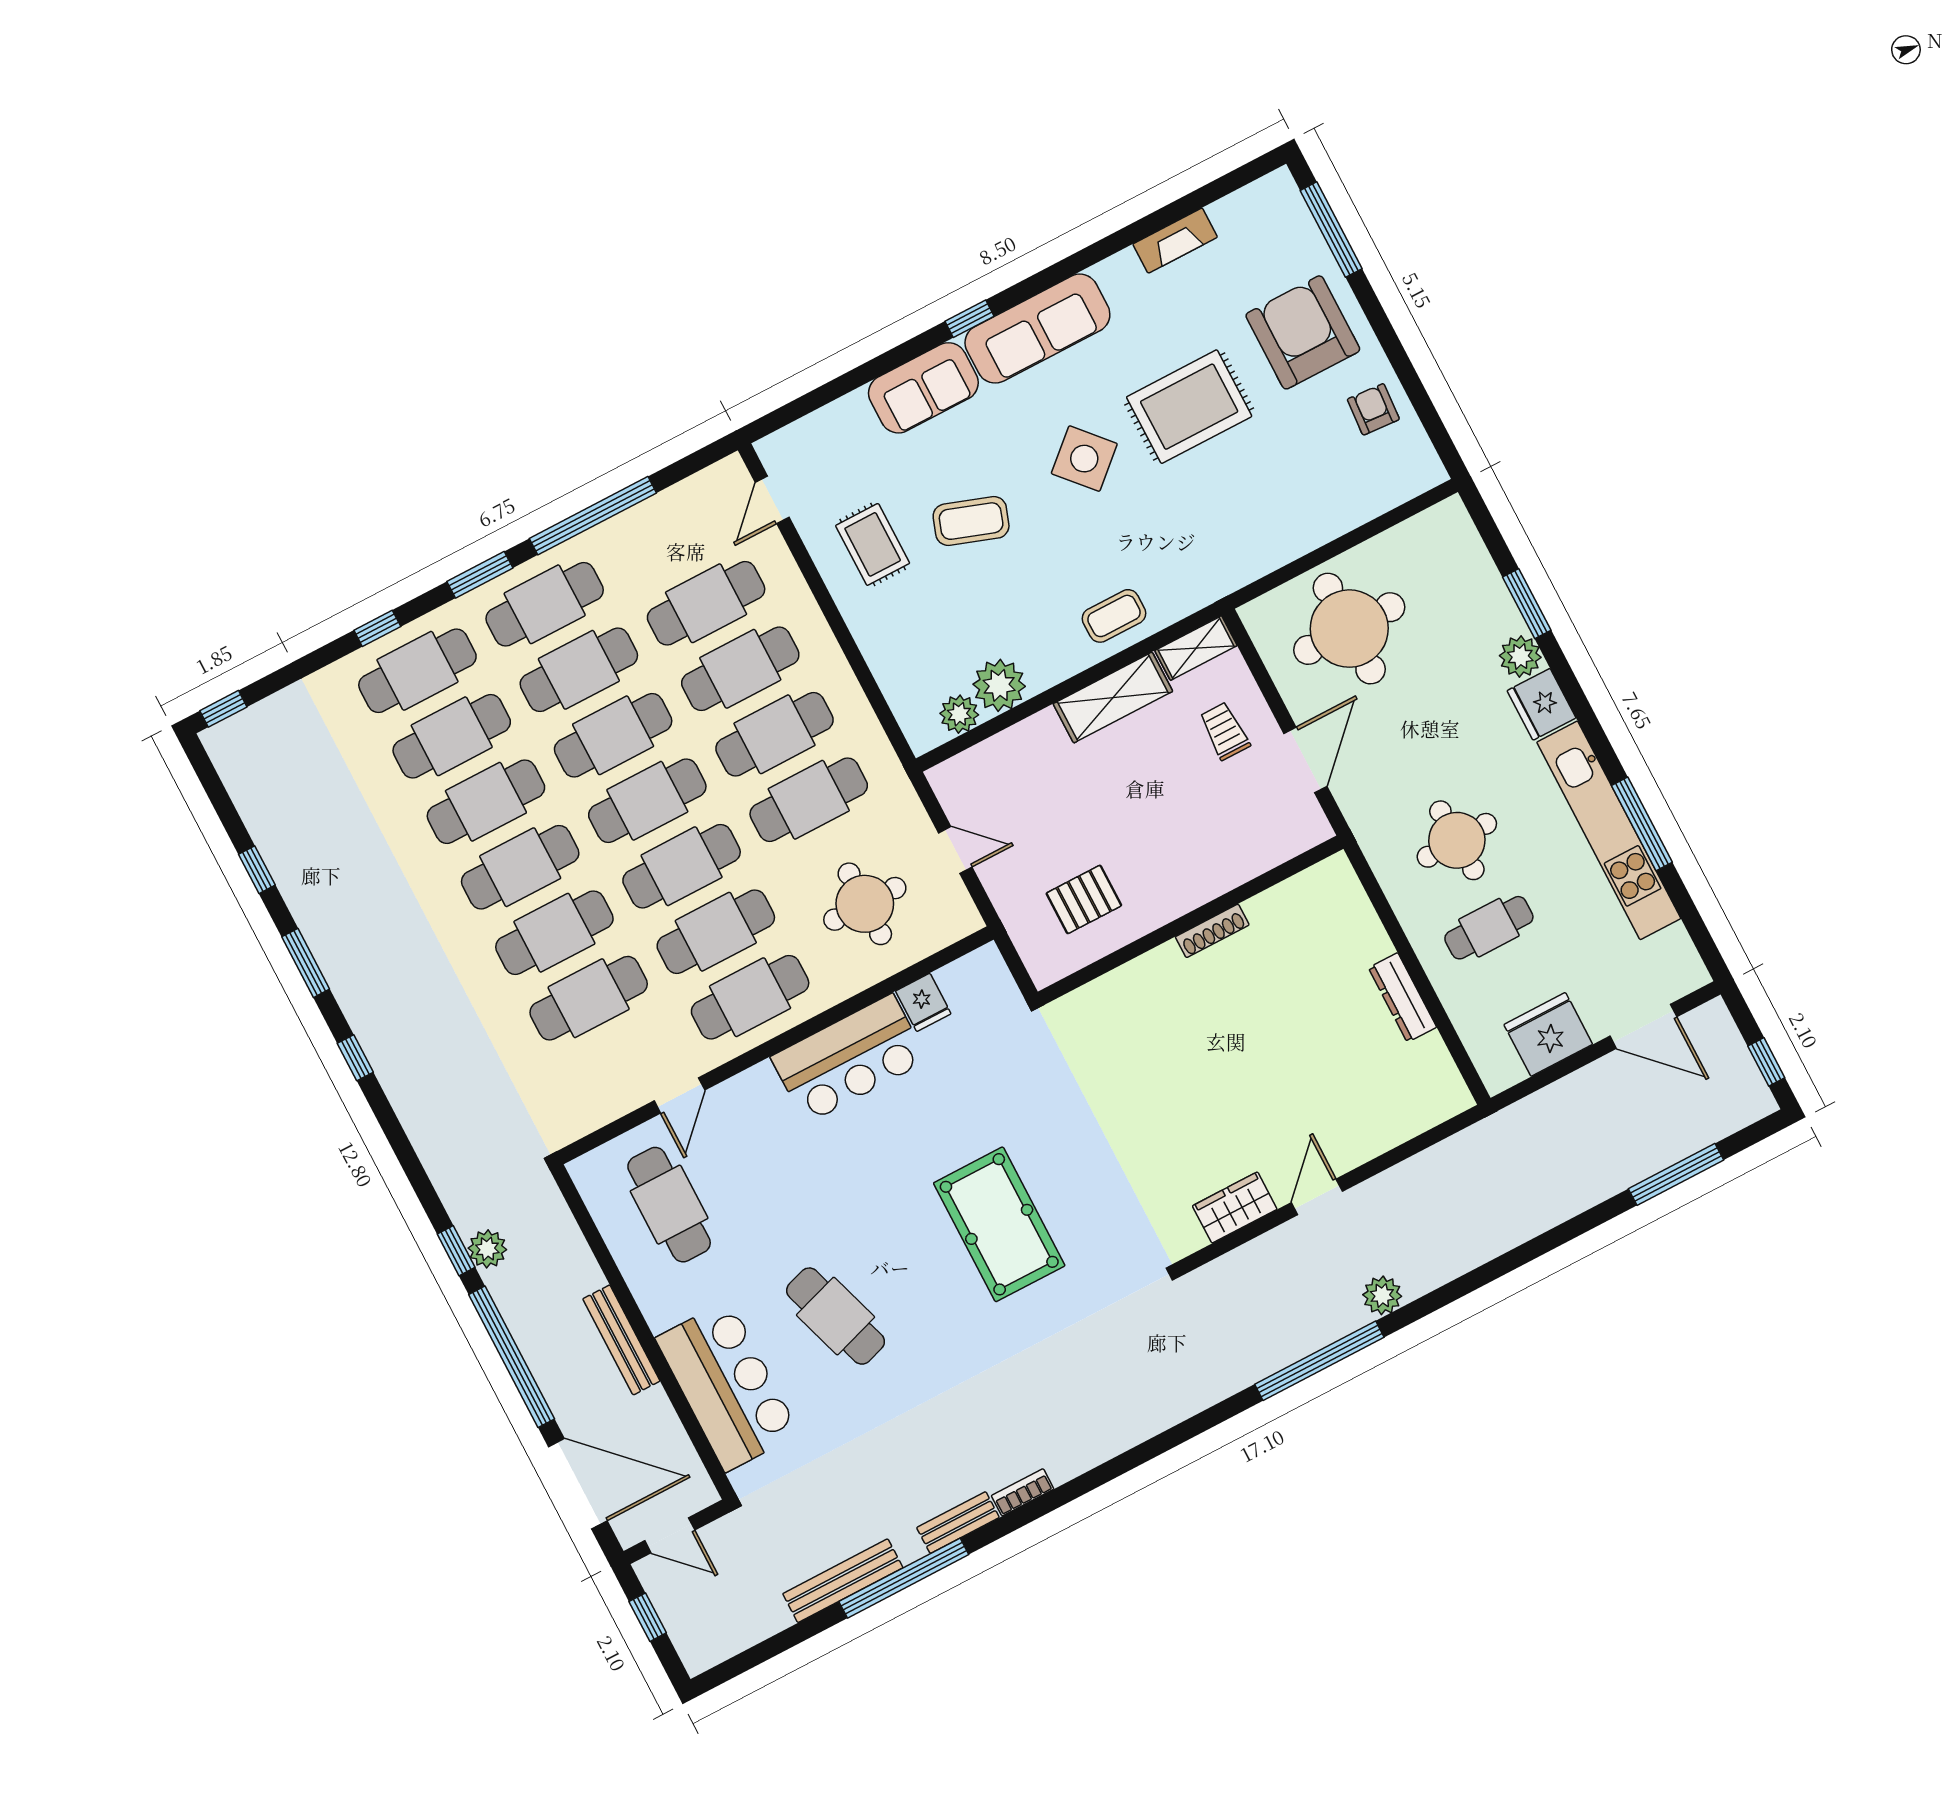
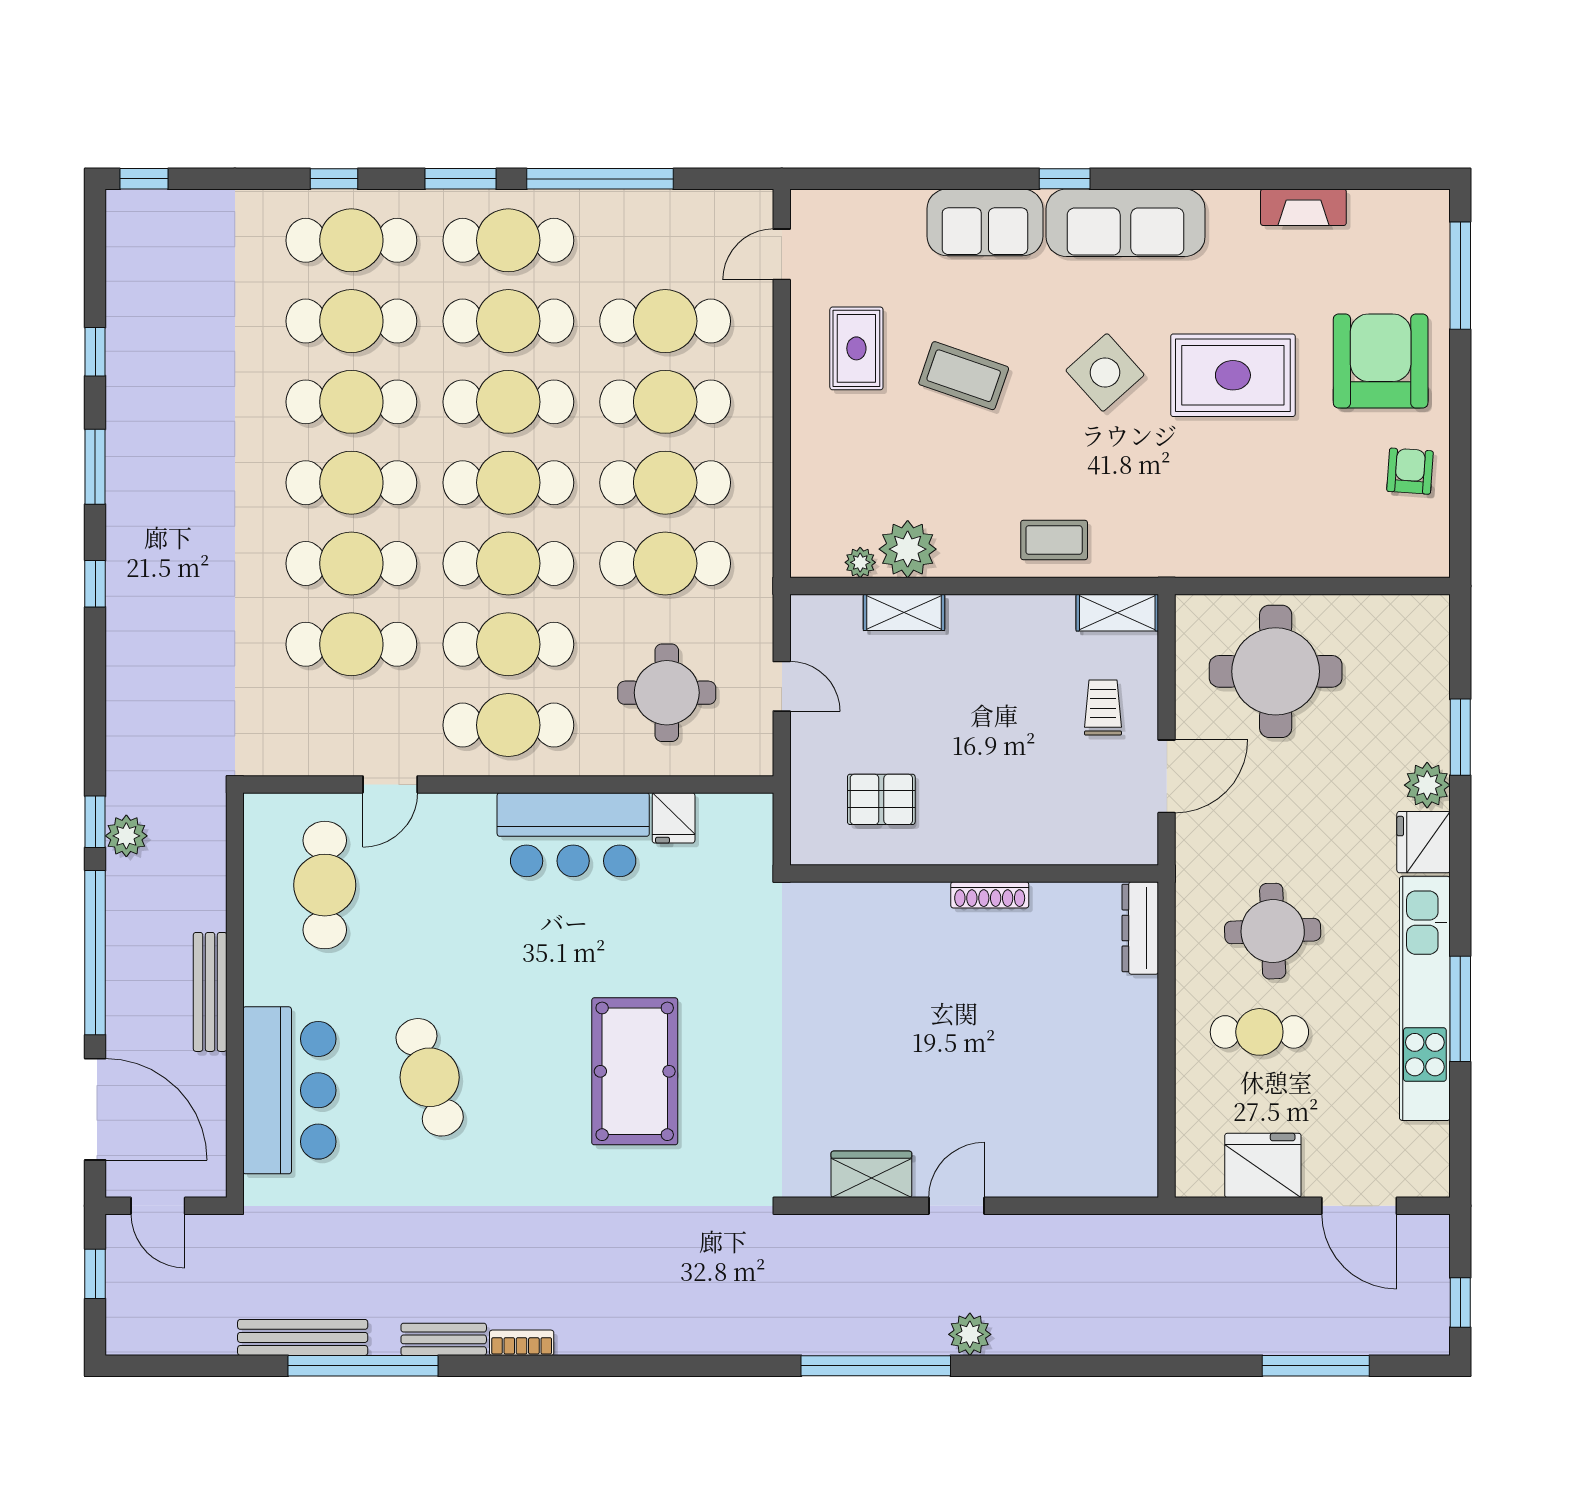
shelving: (1113, 698) -> (904, 612), moved, width x0.67, depth x0.75
plant: (959, 714) -> (860, 562), width x0.73, depth x0.73
dresser: (1402, 997) -> (1140, 928), moved

